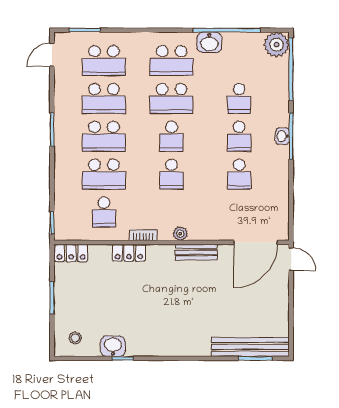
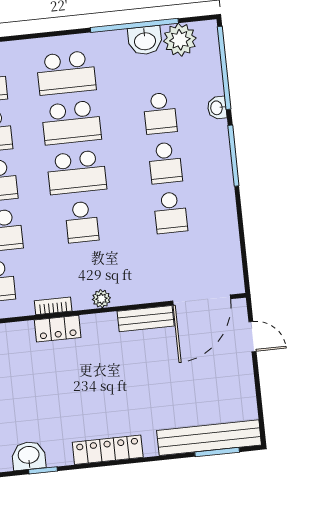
washbasin: (209, 42) -> (145, 40), moved
plant: (277, 45) -> (180, 40), moved
school desk: (172, 136) -> (77, 172), width x1.85
washbasin: (282, 136) -> (217, 108), moved
bench: (196, 252) -> (146, 319), moved
locker: (129, 253) -> (58, 329), moved
door: (291, 259) -> (252, 337), moved
locker: (173, 348) -> (108, 450), added

